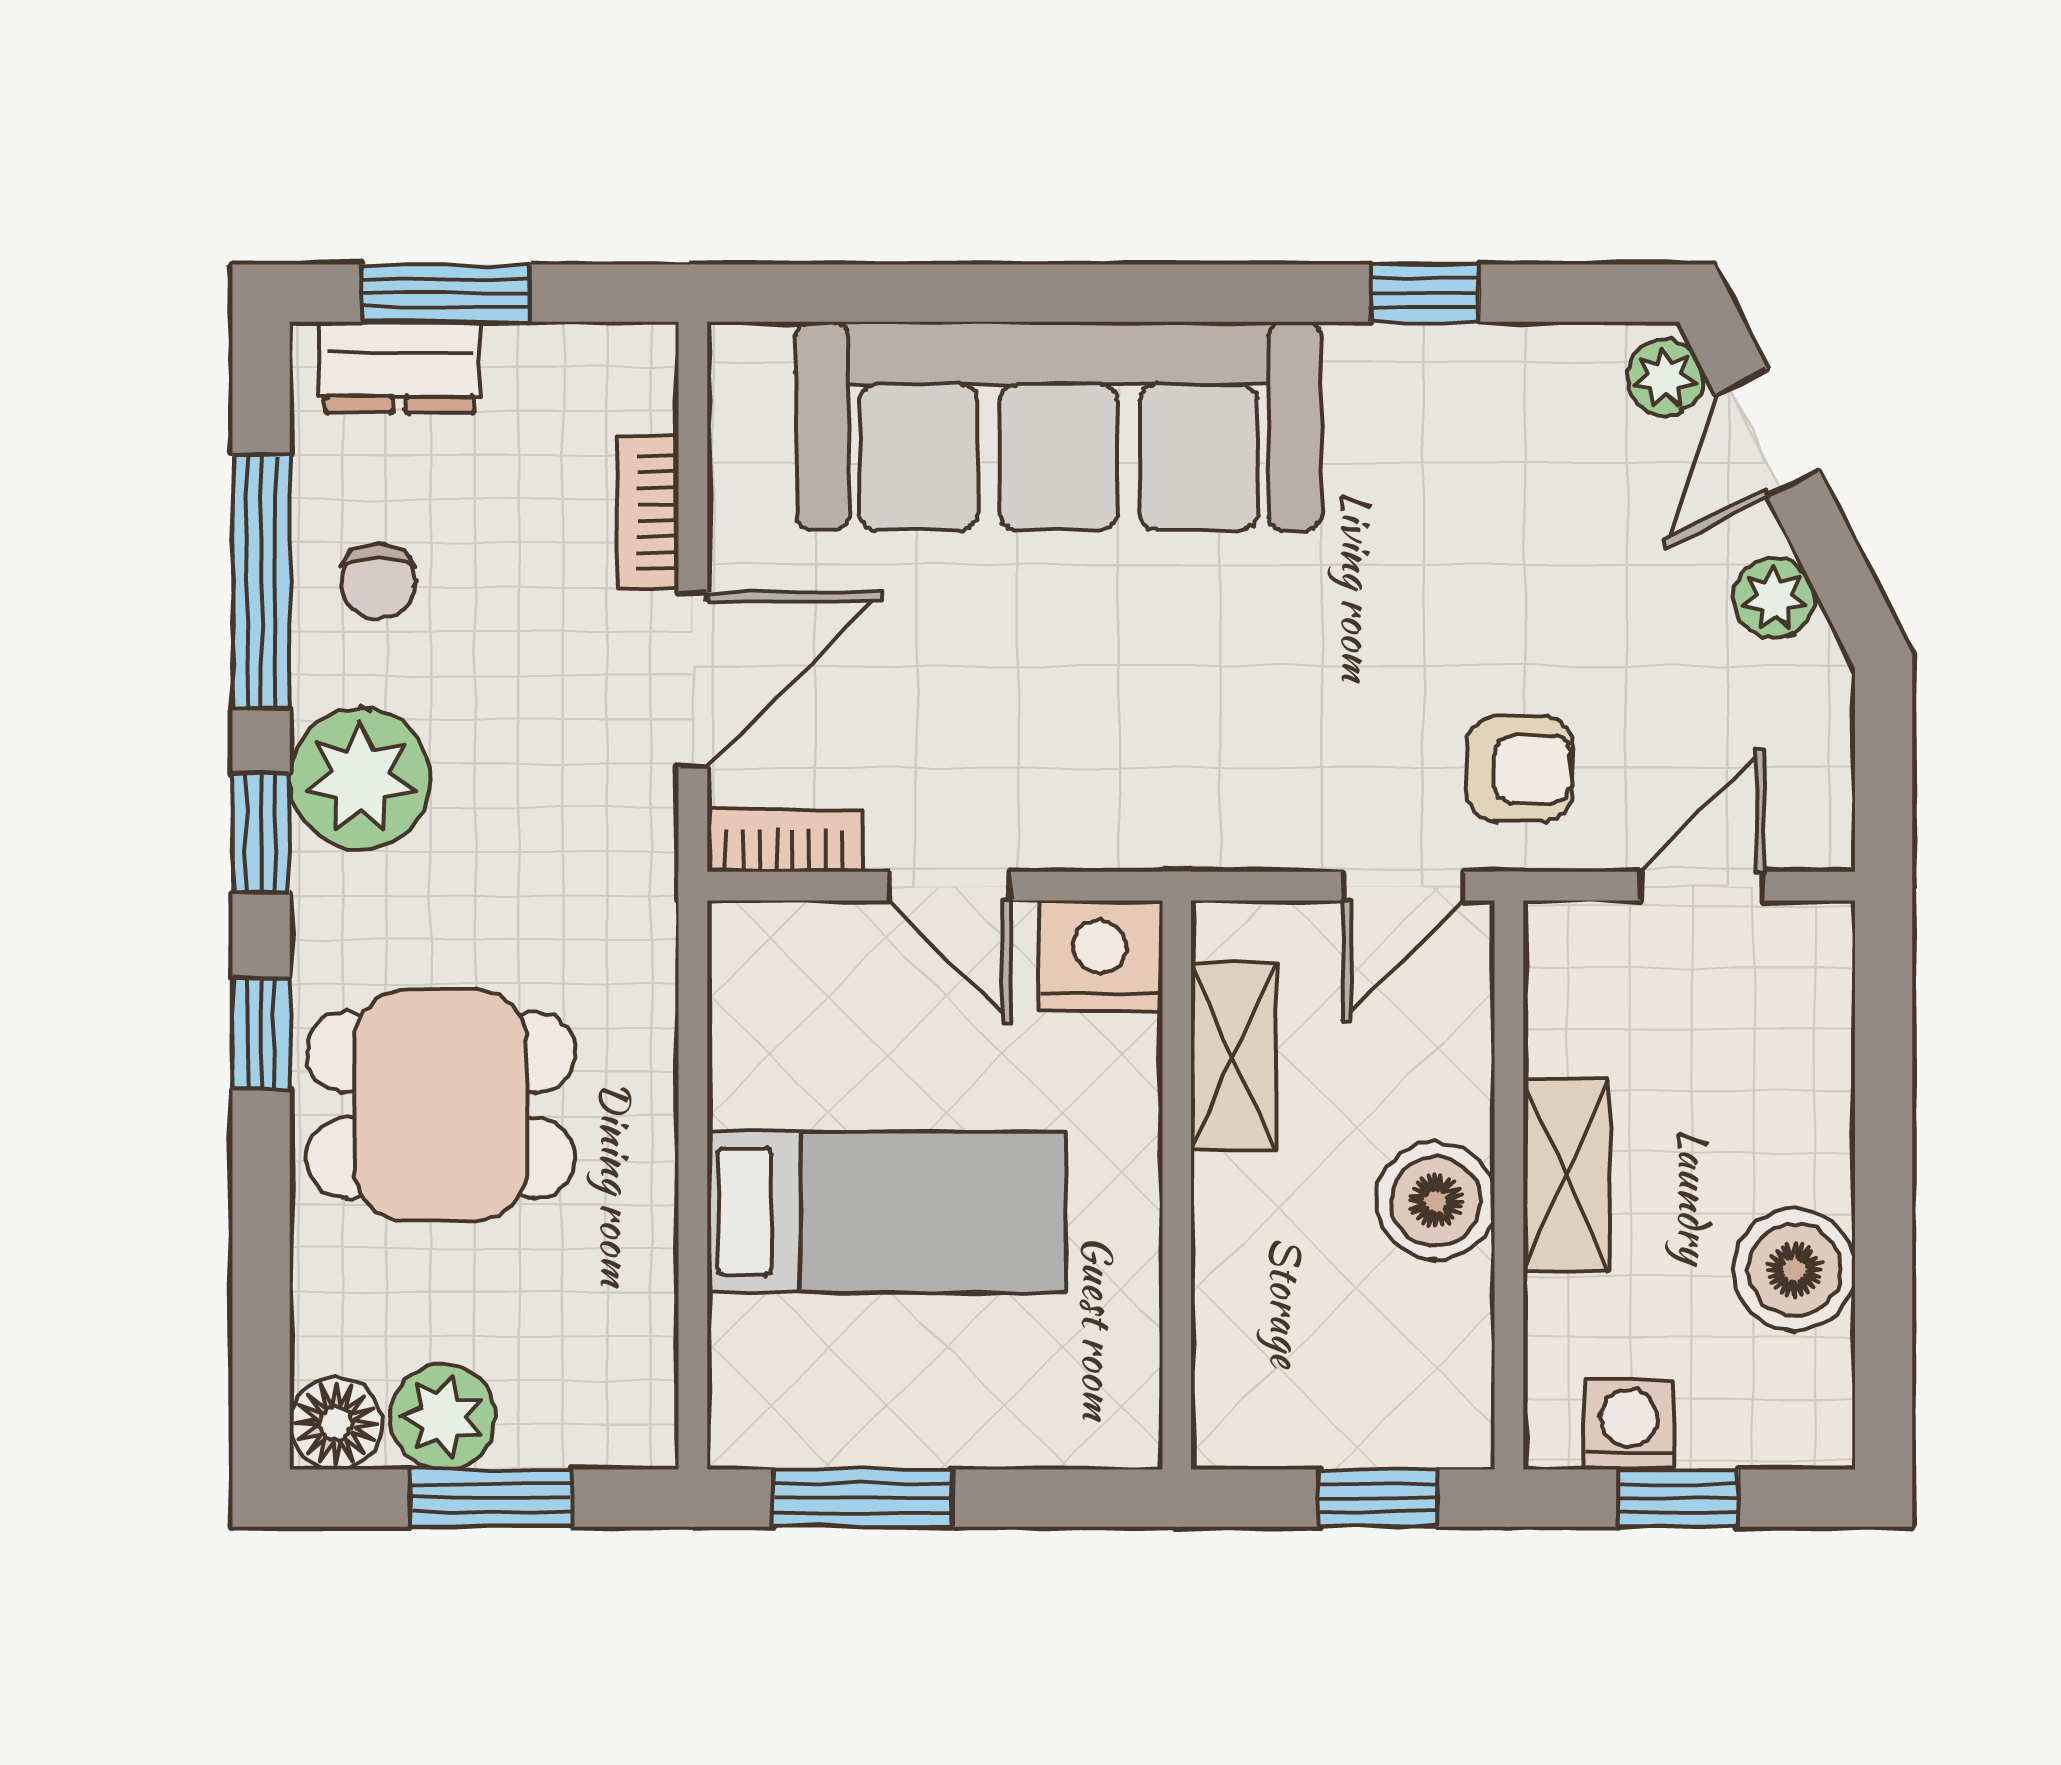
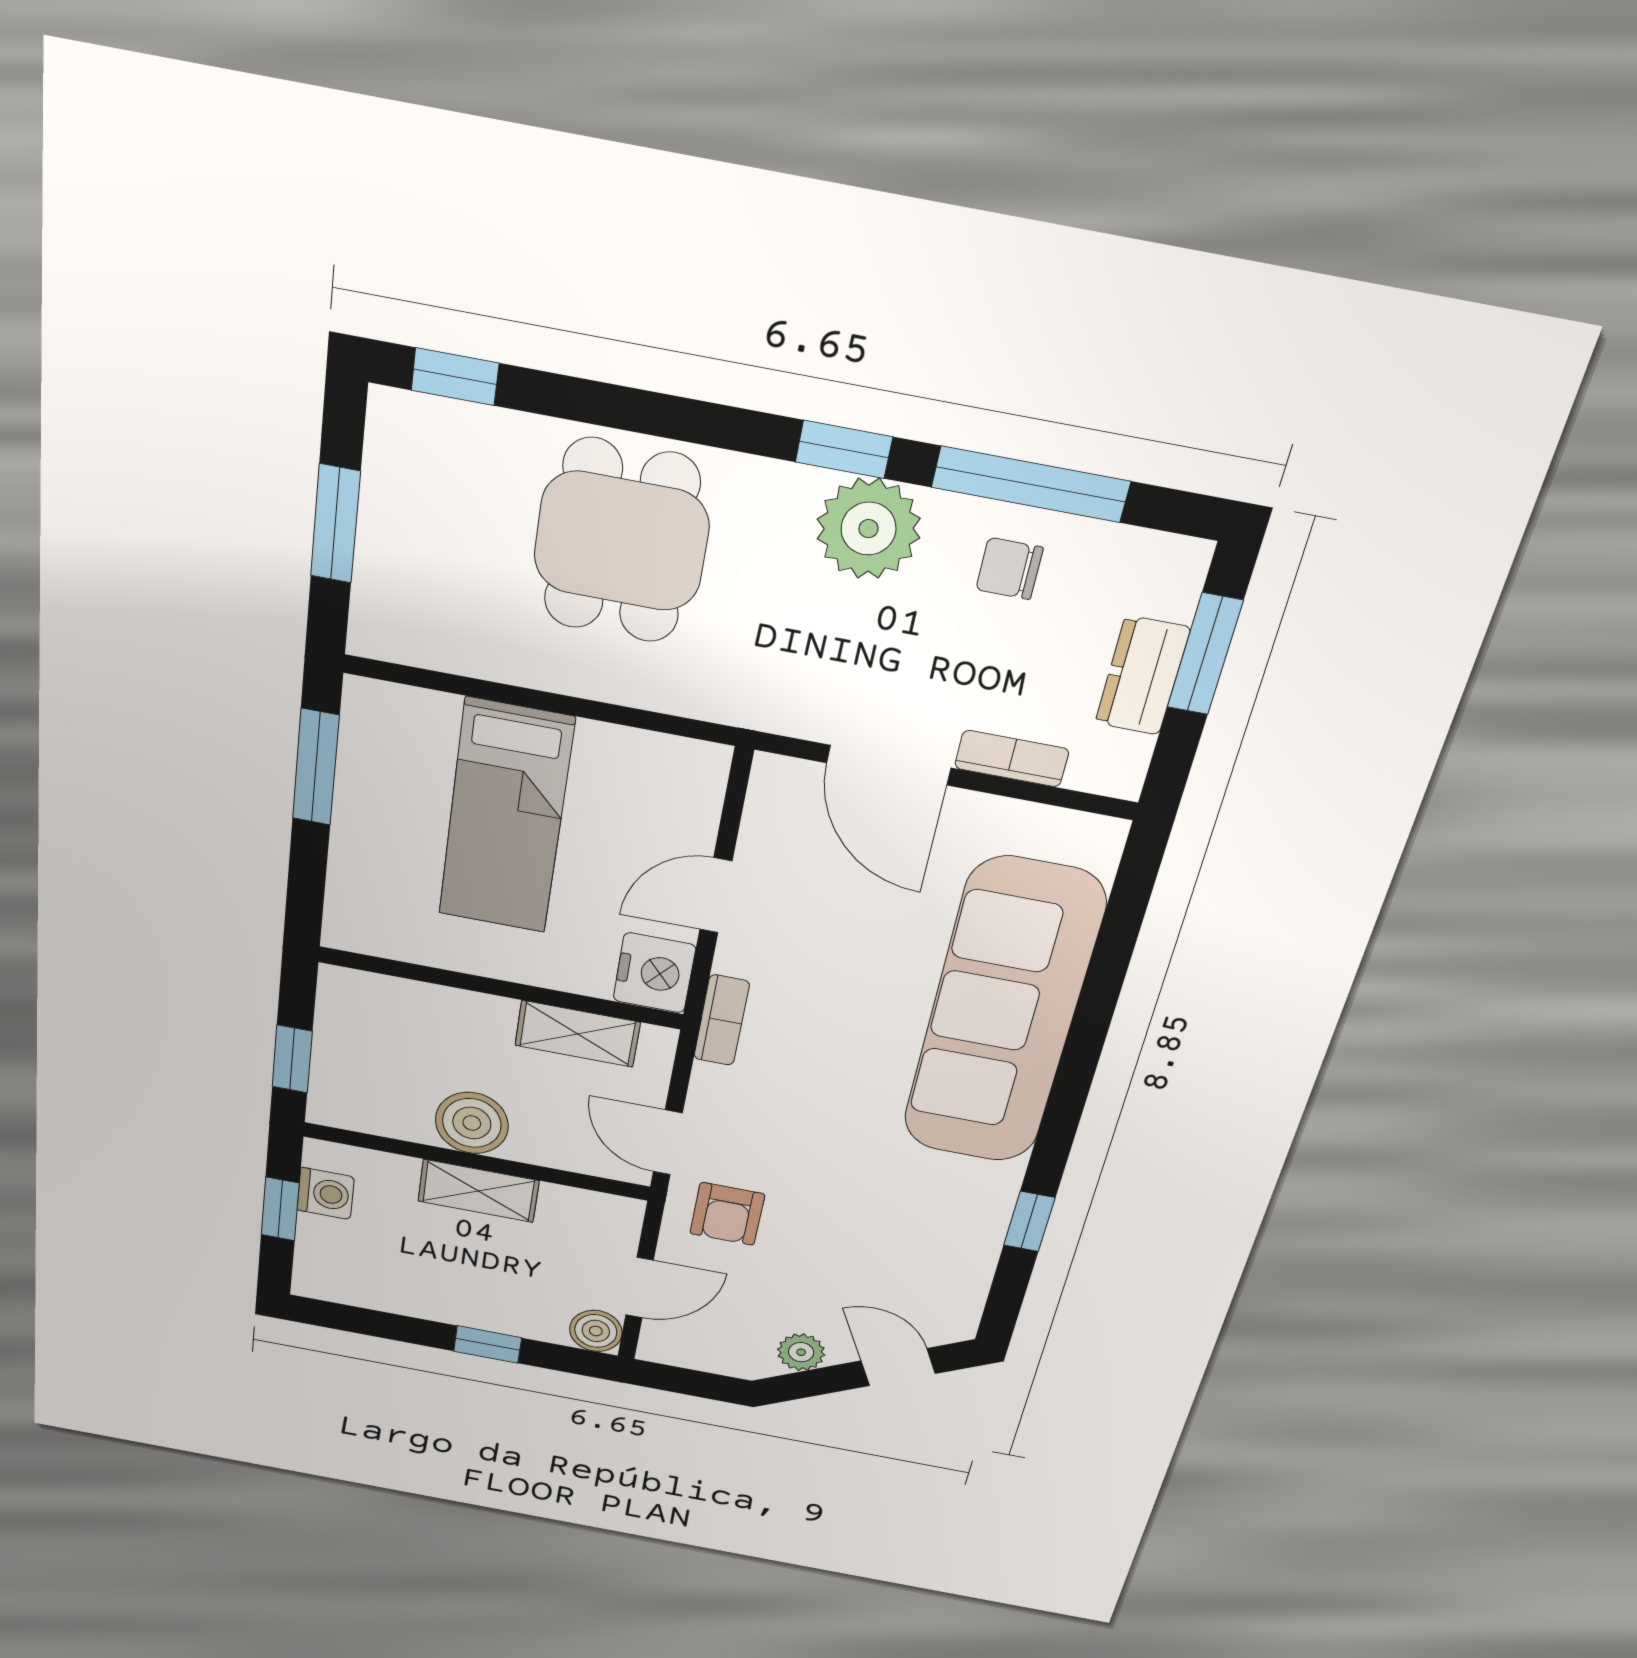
dresser: (399, 367) -> (1142, 676), moved
plant: (1665, 378) -> (944, 1326), removed
bookcase: (785, 841) -> (722, 1020), moved
door: (1702, 886) -> (640, 1288), hinge flipped
window: (261, 1033) -> (455, 377), moved
window: (1884, 1123) -> (488, 1344), added
boiler: (1794, 1270) -> (596, 1331), moved, width x0.73, depth x0.73
plant: (443, 1417) -> (397, 501), removed
floor lamp: (336, 1423) -> (399, 423), removed

